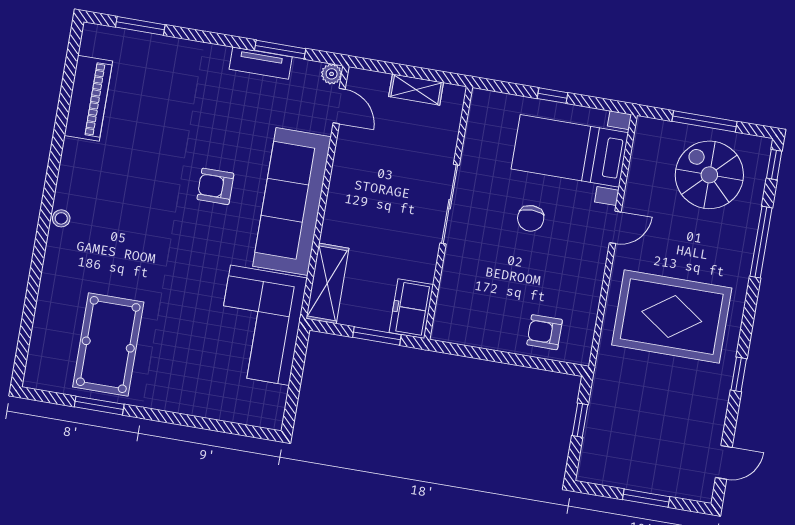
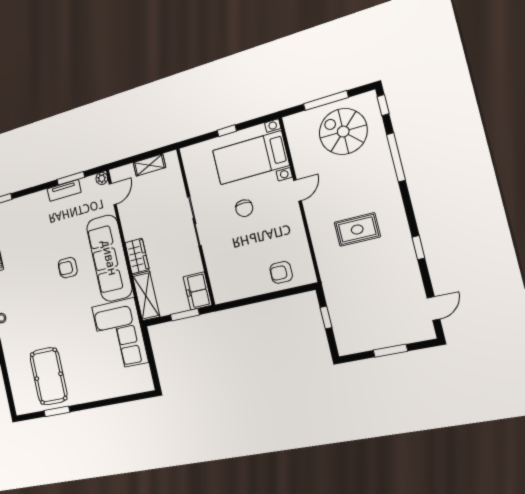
door: (339, 106) -> (113, 194), hinge flipped
wardrobe: (339, 217) -> (137, 256), added
rug: (672, 317) -> (357, 229), width x0.54, depth x0.49

